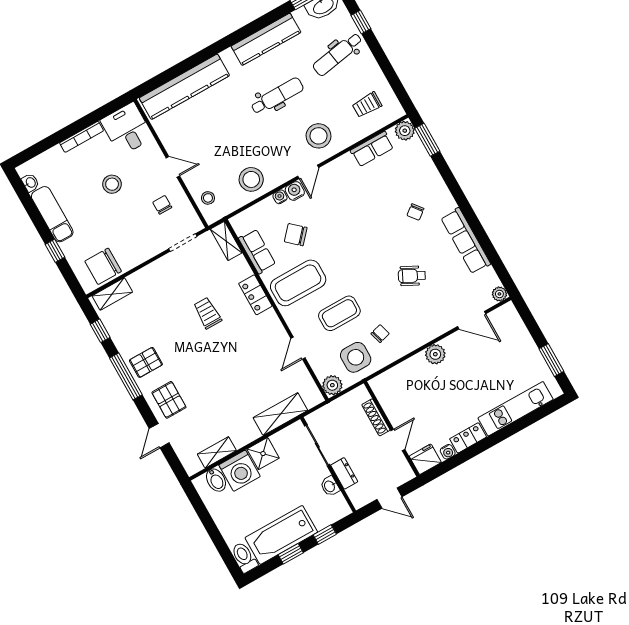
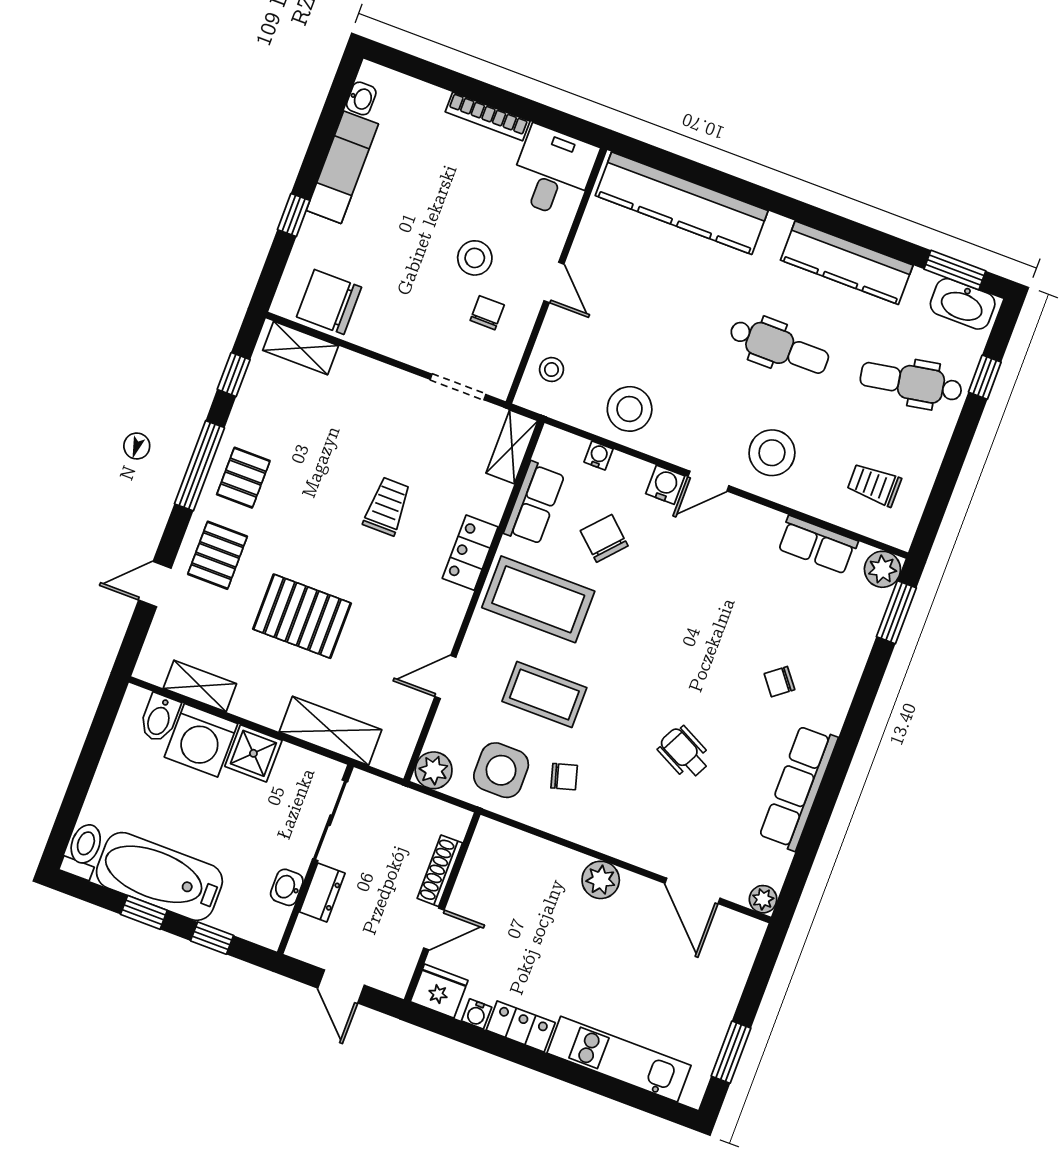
stool: (112, 184) -> (475, 258), moved
water cooler: (280, 197) -> (599, 455), moved
pallet: (146, 362) -> (243, 478), turned 90
pallet: (223, 386) -> (302, 616), added

